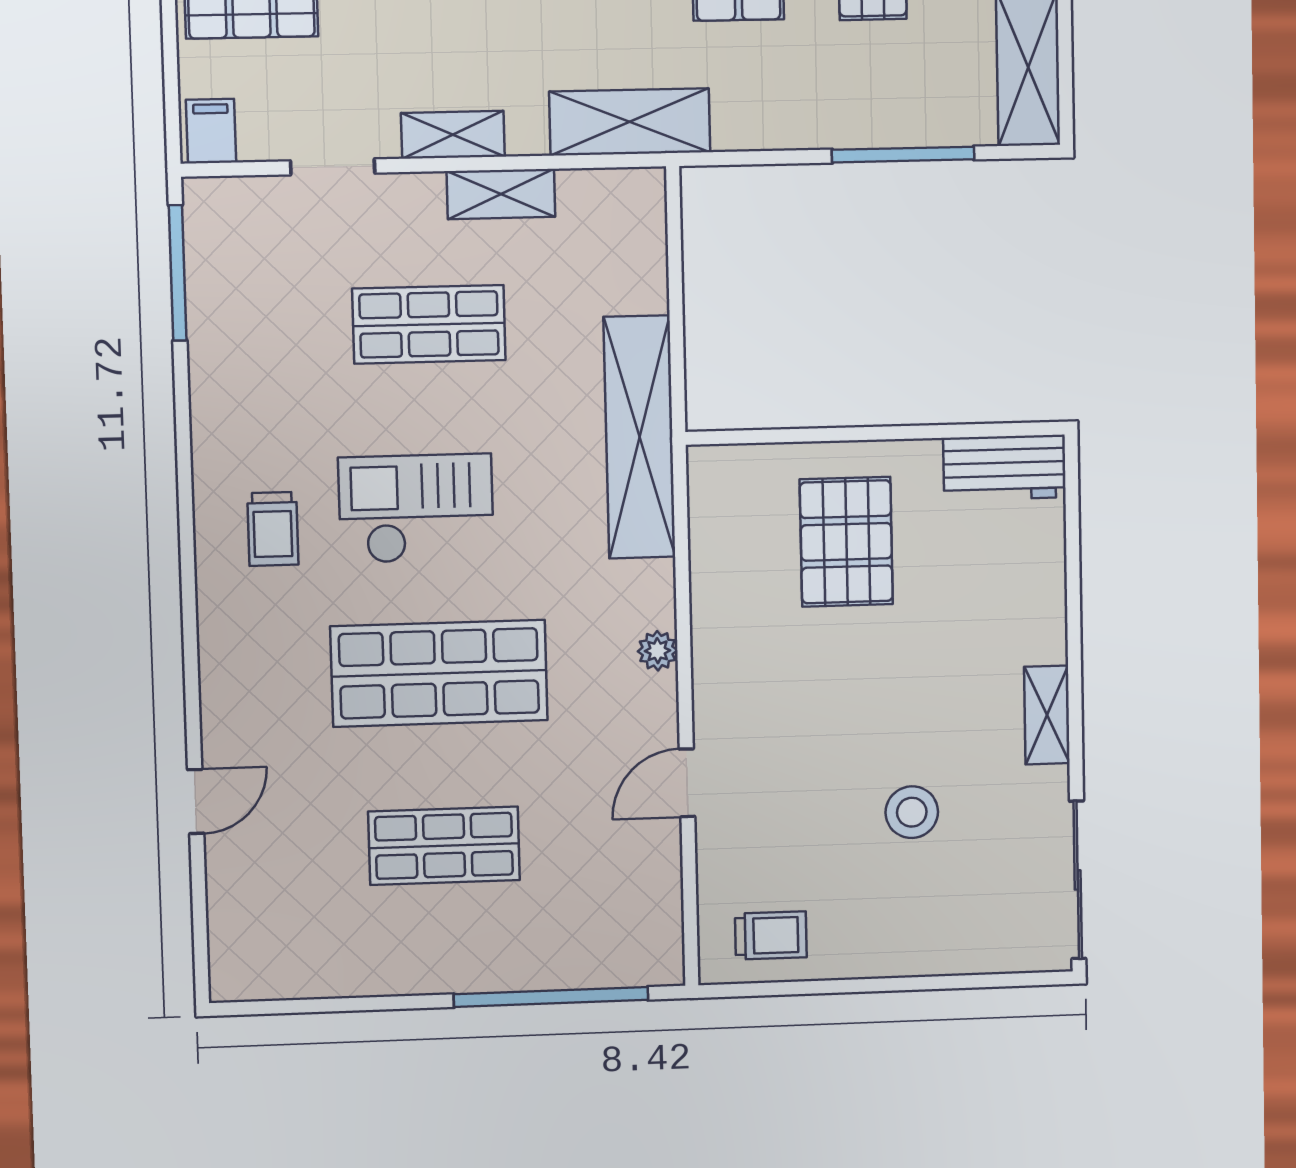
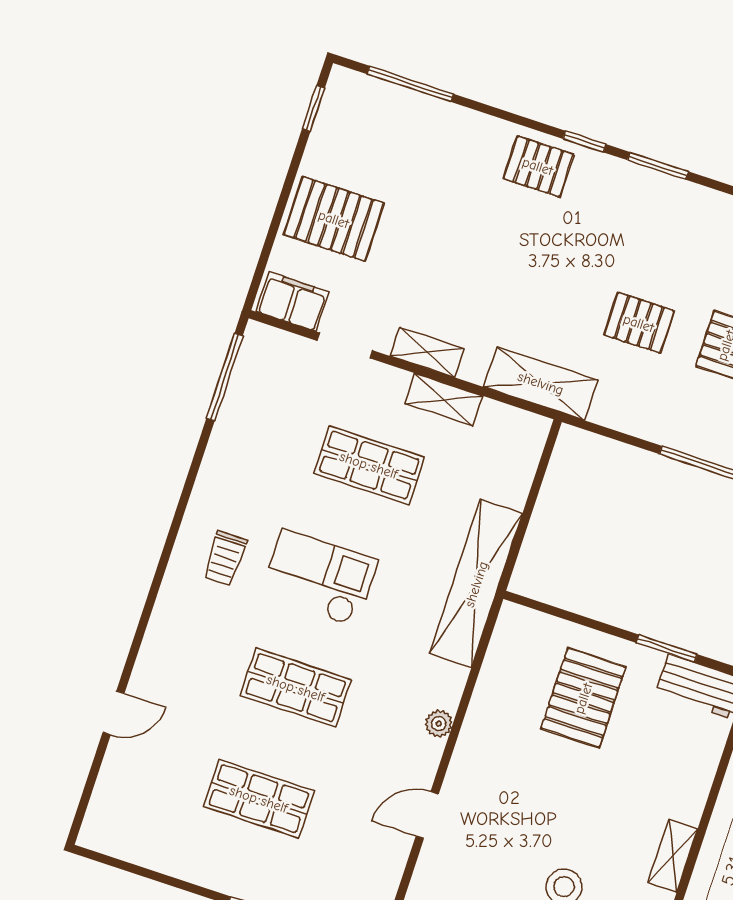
filing cabinet: (211, 131) -> (293, 302), width x2.00
window: (938, 432) -> (667, 648), added
shop shelf: (439, 673) -> (296, 688), width x0.70, depth x0.74

